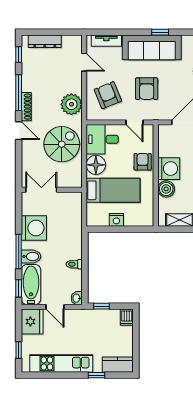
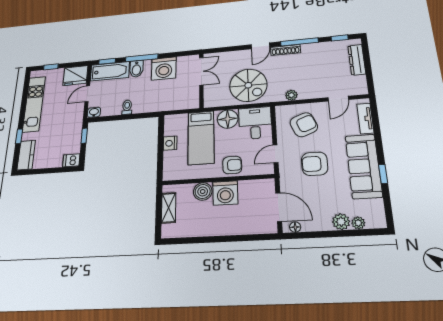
plant: (71, 104) -> (291, 95), width x0.53, depth x0.53

